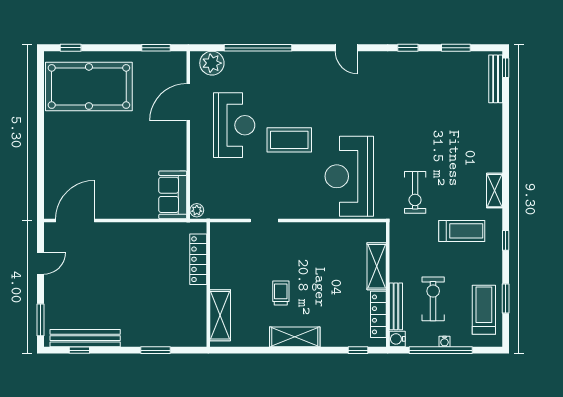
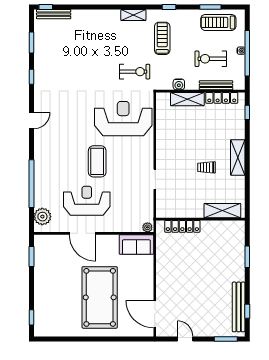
pool table: (89, 86) -> (100, 297), moved
door: (188, 102) -> (82, 233), moved
reception desk: (349, 176) -> (123, 119), turned 180
water cooler: (397, 339) -> (179, 84), moved

